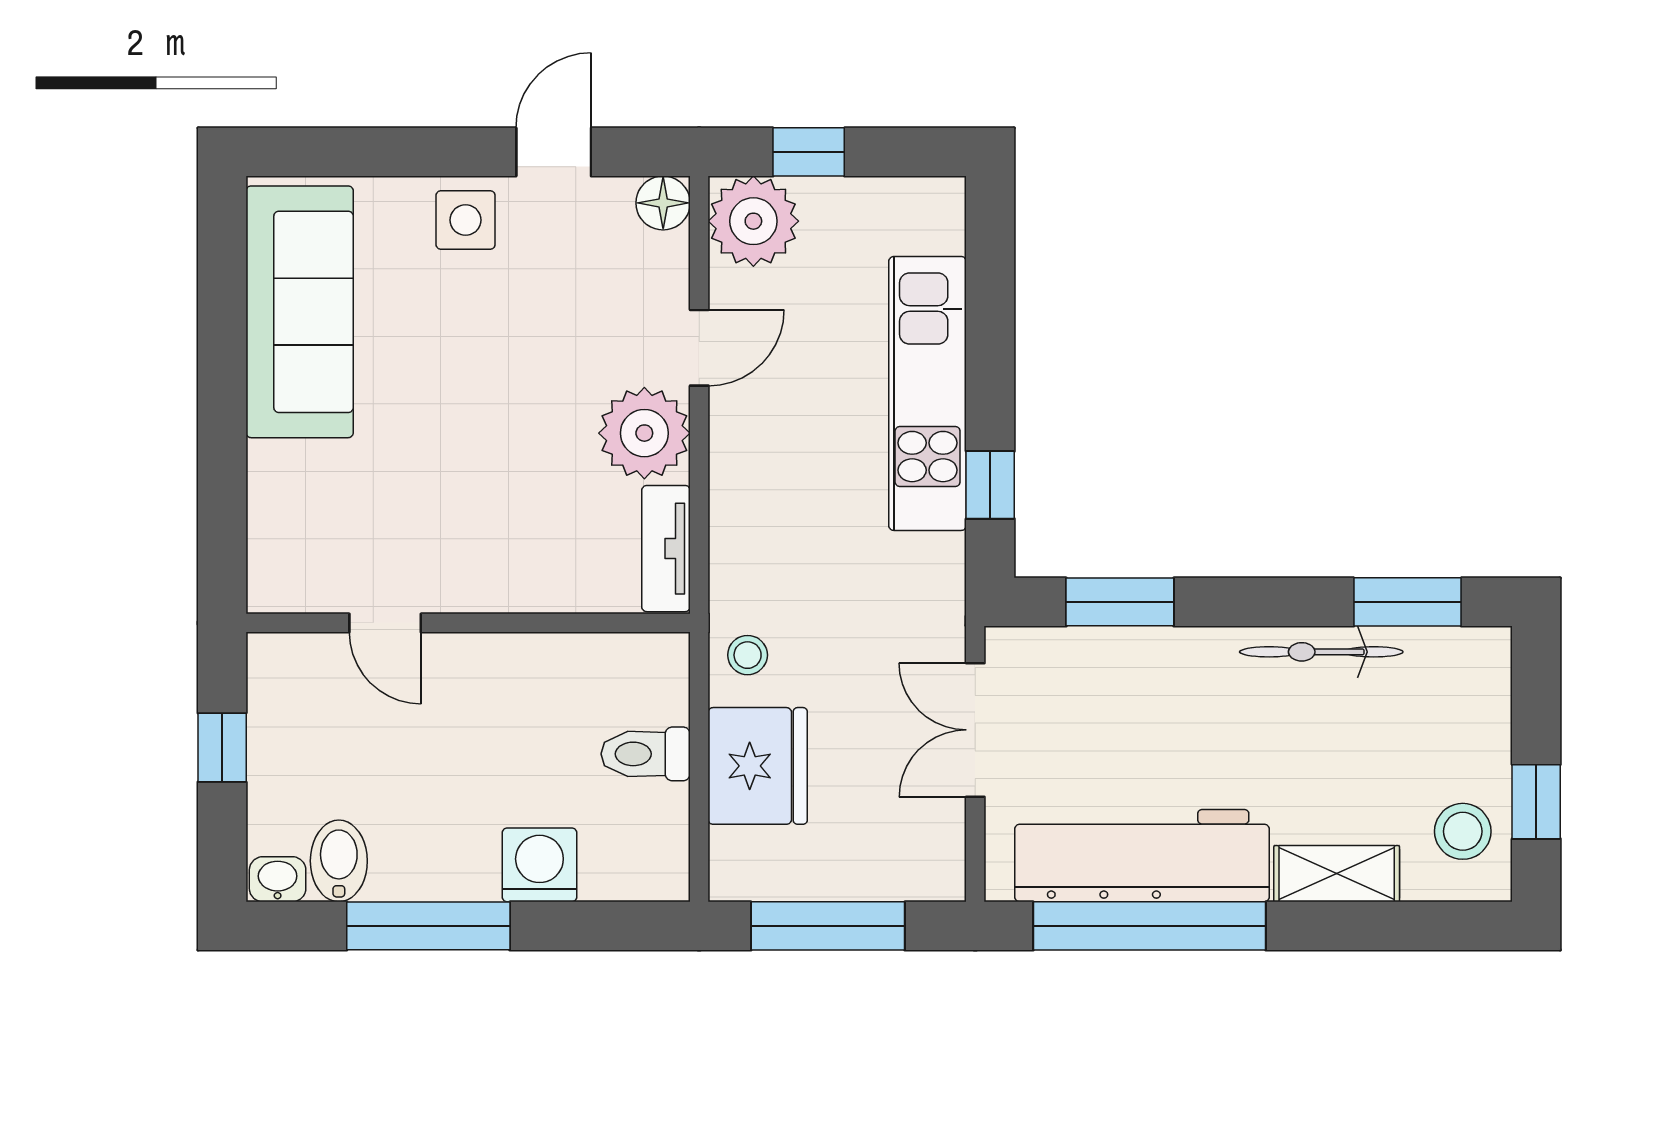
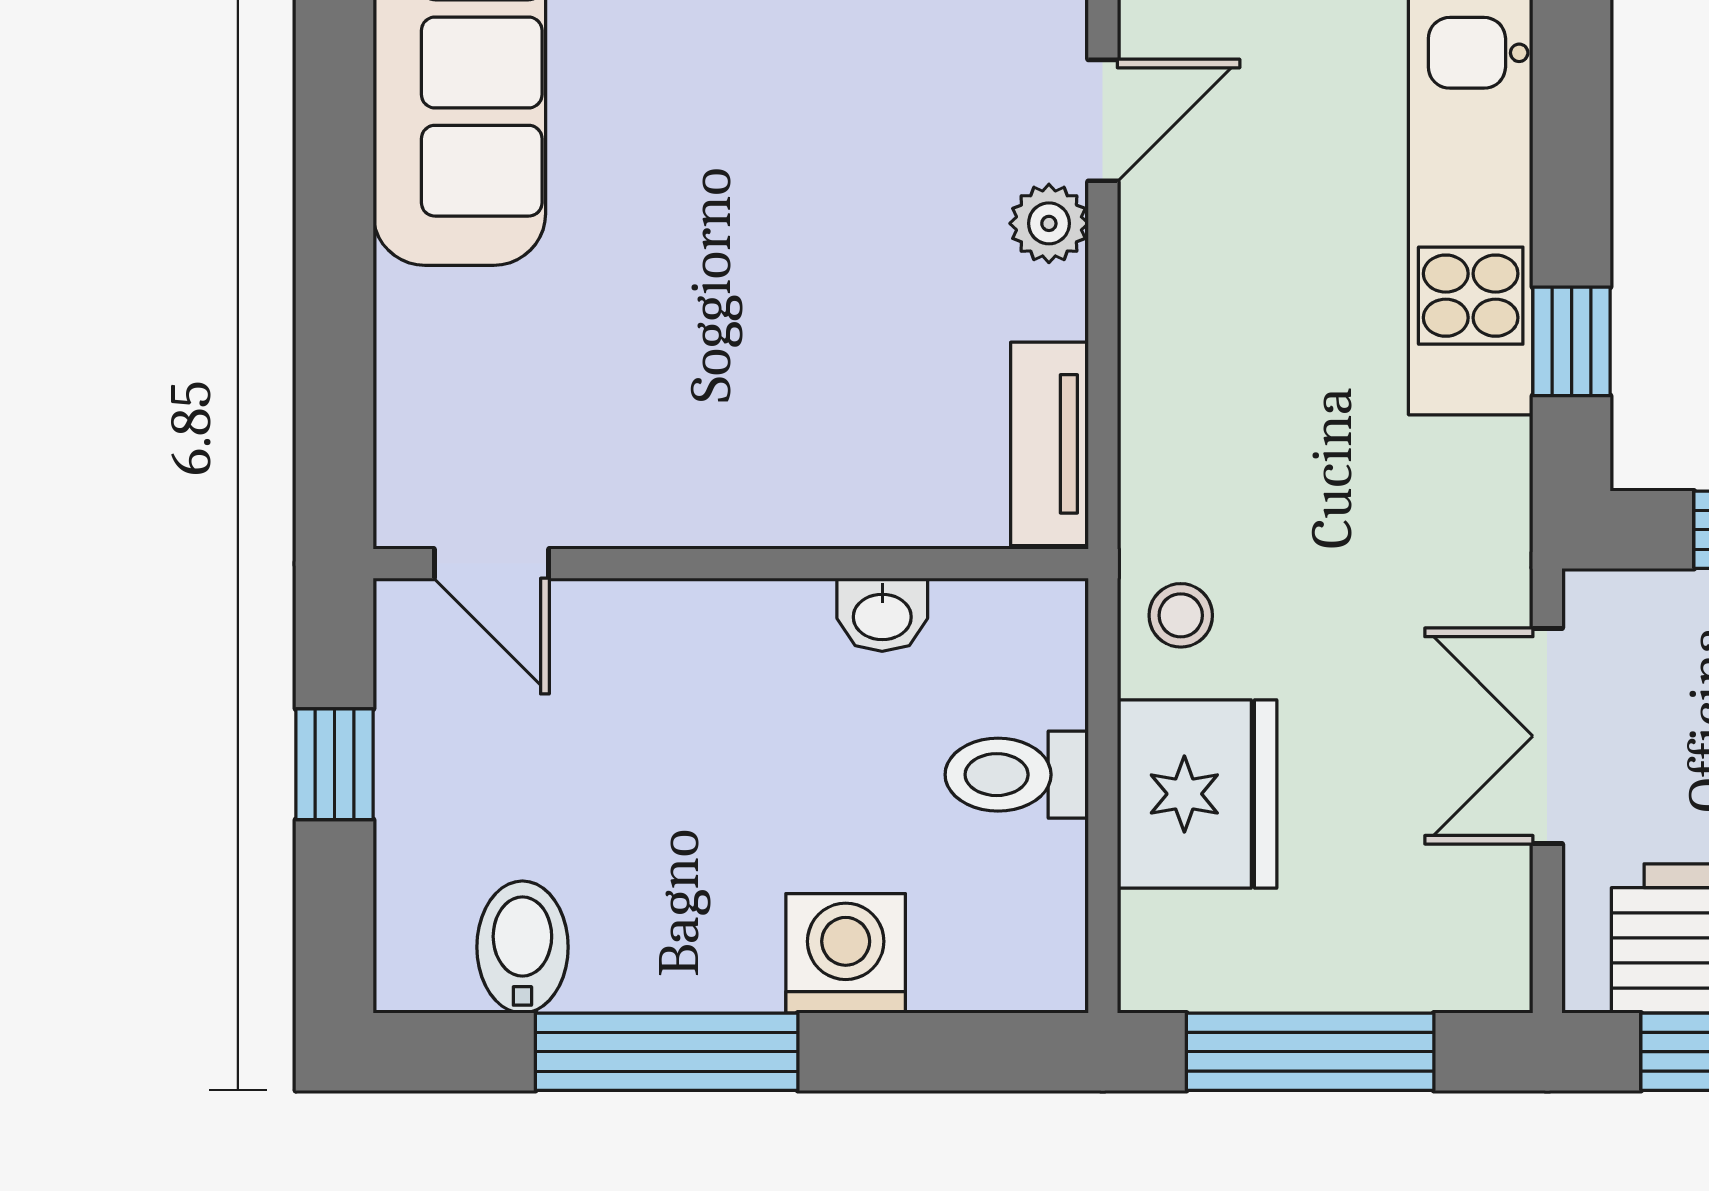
plant: (644, 433) -> (1049, 223), width x0.53, depth x0.53
door: (385, 623) -> (491, 564), moved
washbasin: (278, 879) -> (882, 615), moved, turned 180

